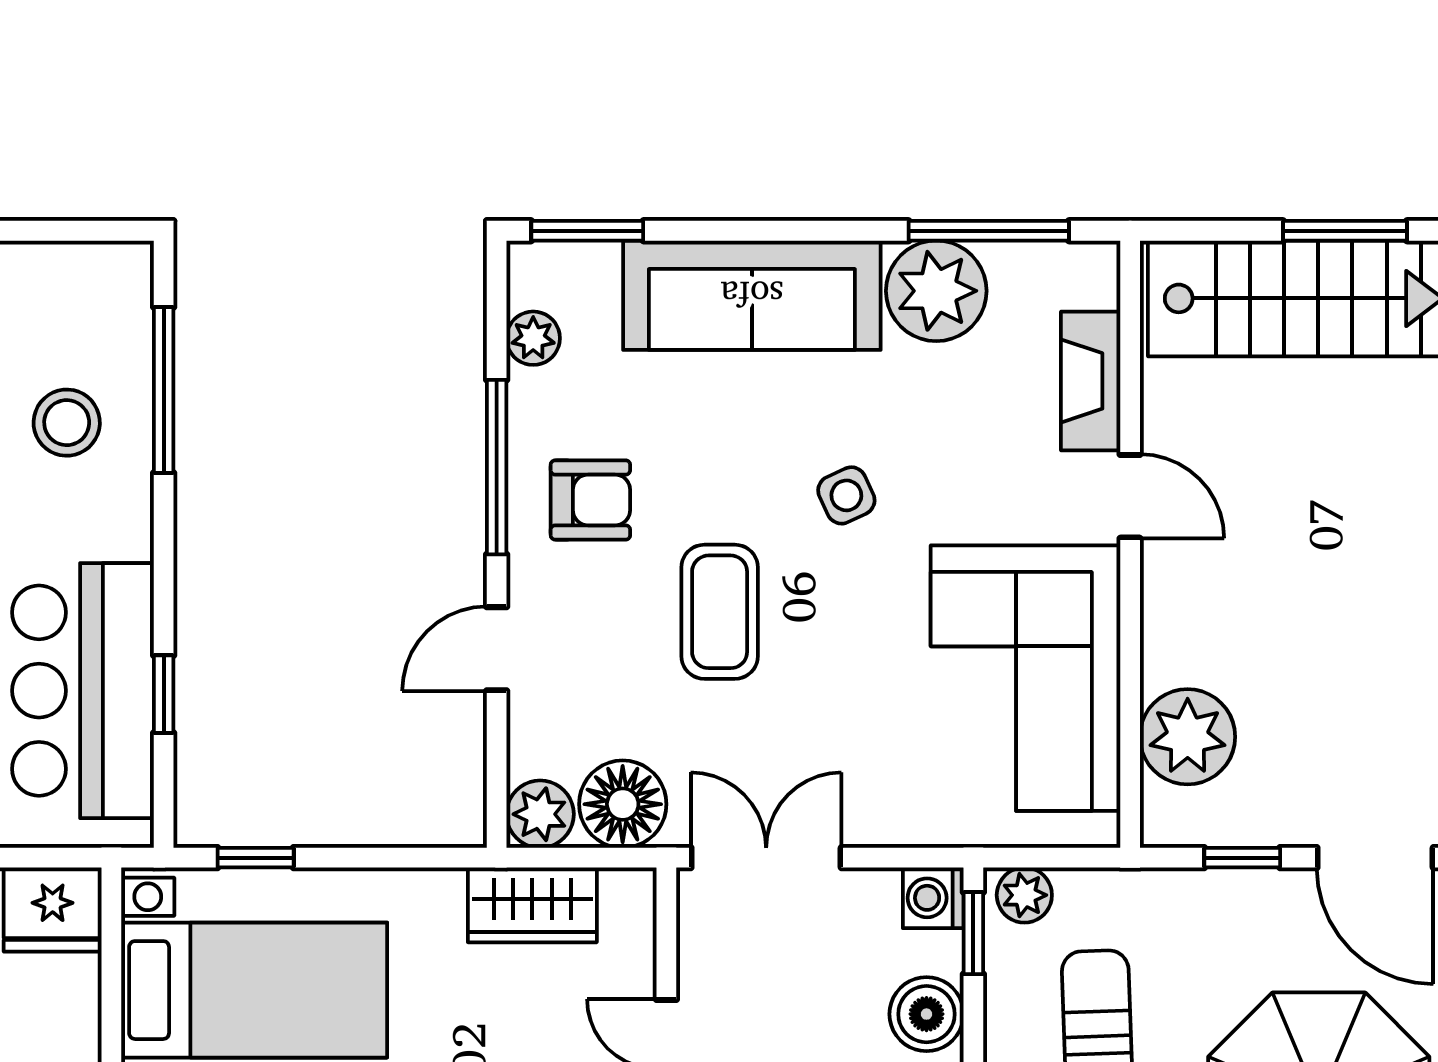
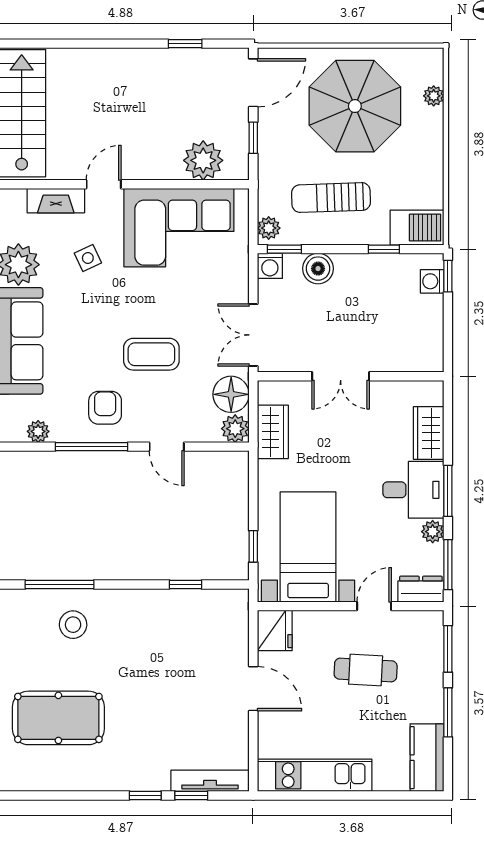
side table: (846, 495) -> (88, 258), moved
bar counter: (83, 691) -> (184, 618), removed

